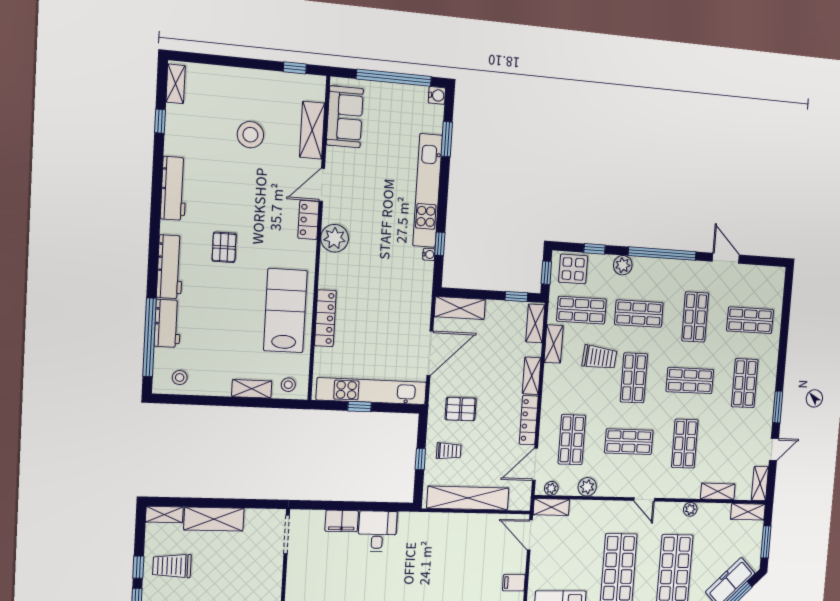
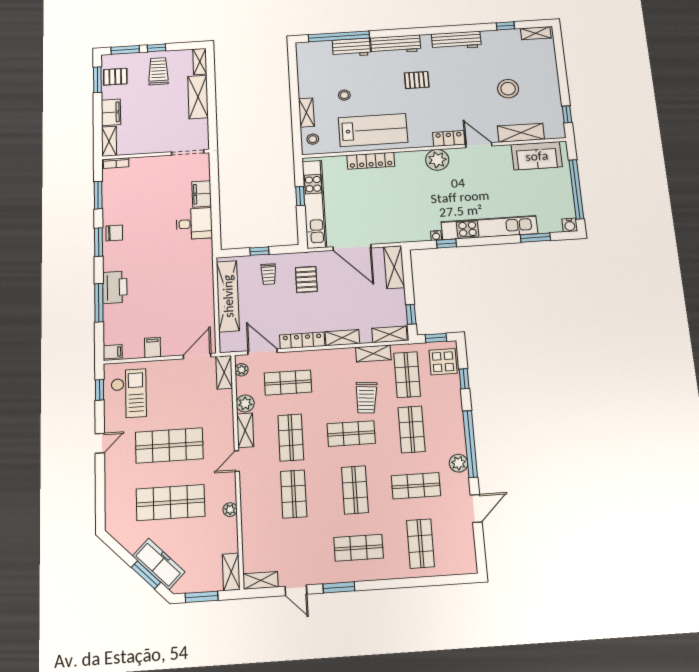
plant: (623, 265) -> (459, 463), moved
stool: (180, 378) -> (344, 95), moved
shop shelf: (685, 444) -> (294, 494), turned 90
shelving: (718, 491) -> (245, 430), moved

